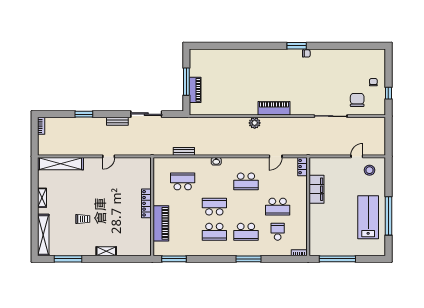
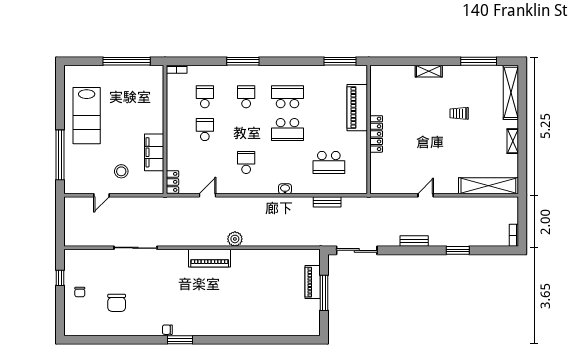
chair: (357, 100) -> (117, 303), moved
sliding door: (146, 114) -> (357, 250), moved
stool: (370, 170) -> (121, 171), moved
school desk: (246, 181) -> (246, 162), width x0.54
school desk: (278, 207) -> (205, 130), width x0.54
window: (388, 216) -> (60, 155), moved
school desk: (246, 232) -> (246, 97), width x0.54
school desk: (278, 232) -> (205, 97), turned 180

